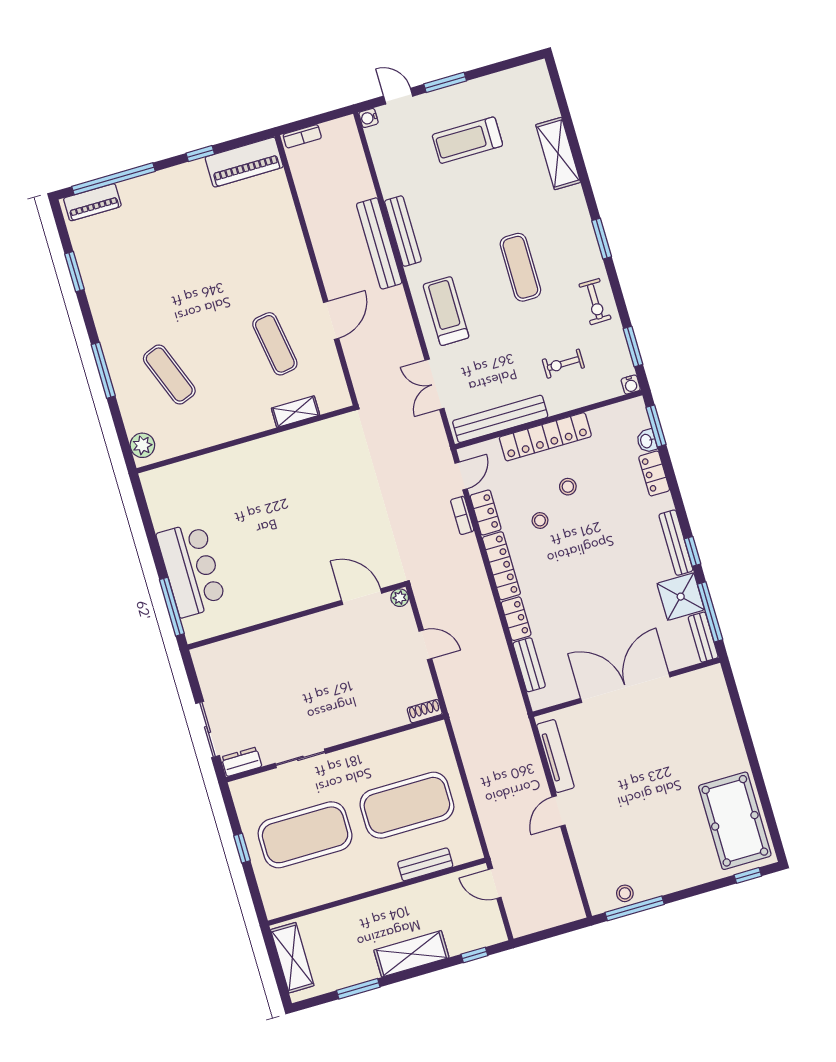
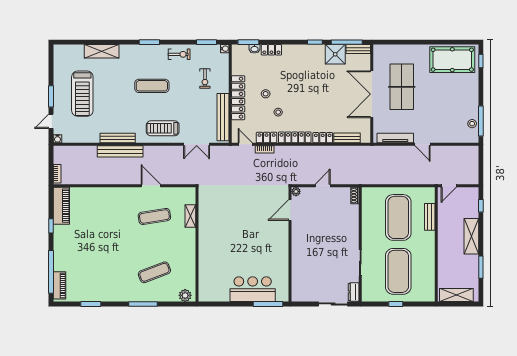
treadmill: (467, 140) -> (82, 94), width x1.37, depth x1.38
bench: (676, 543) -> (308, 49), removed
table tennis table: (656, 740) -> (402, 87), added

